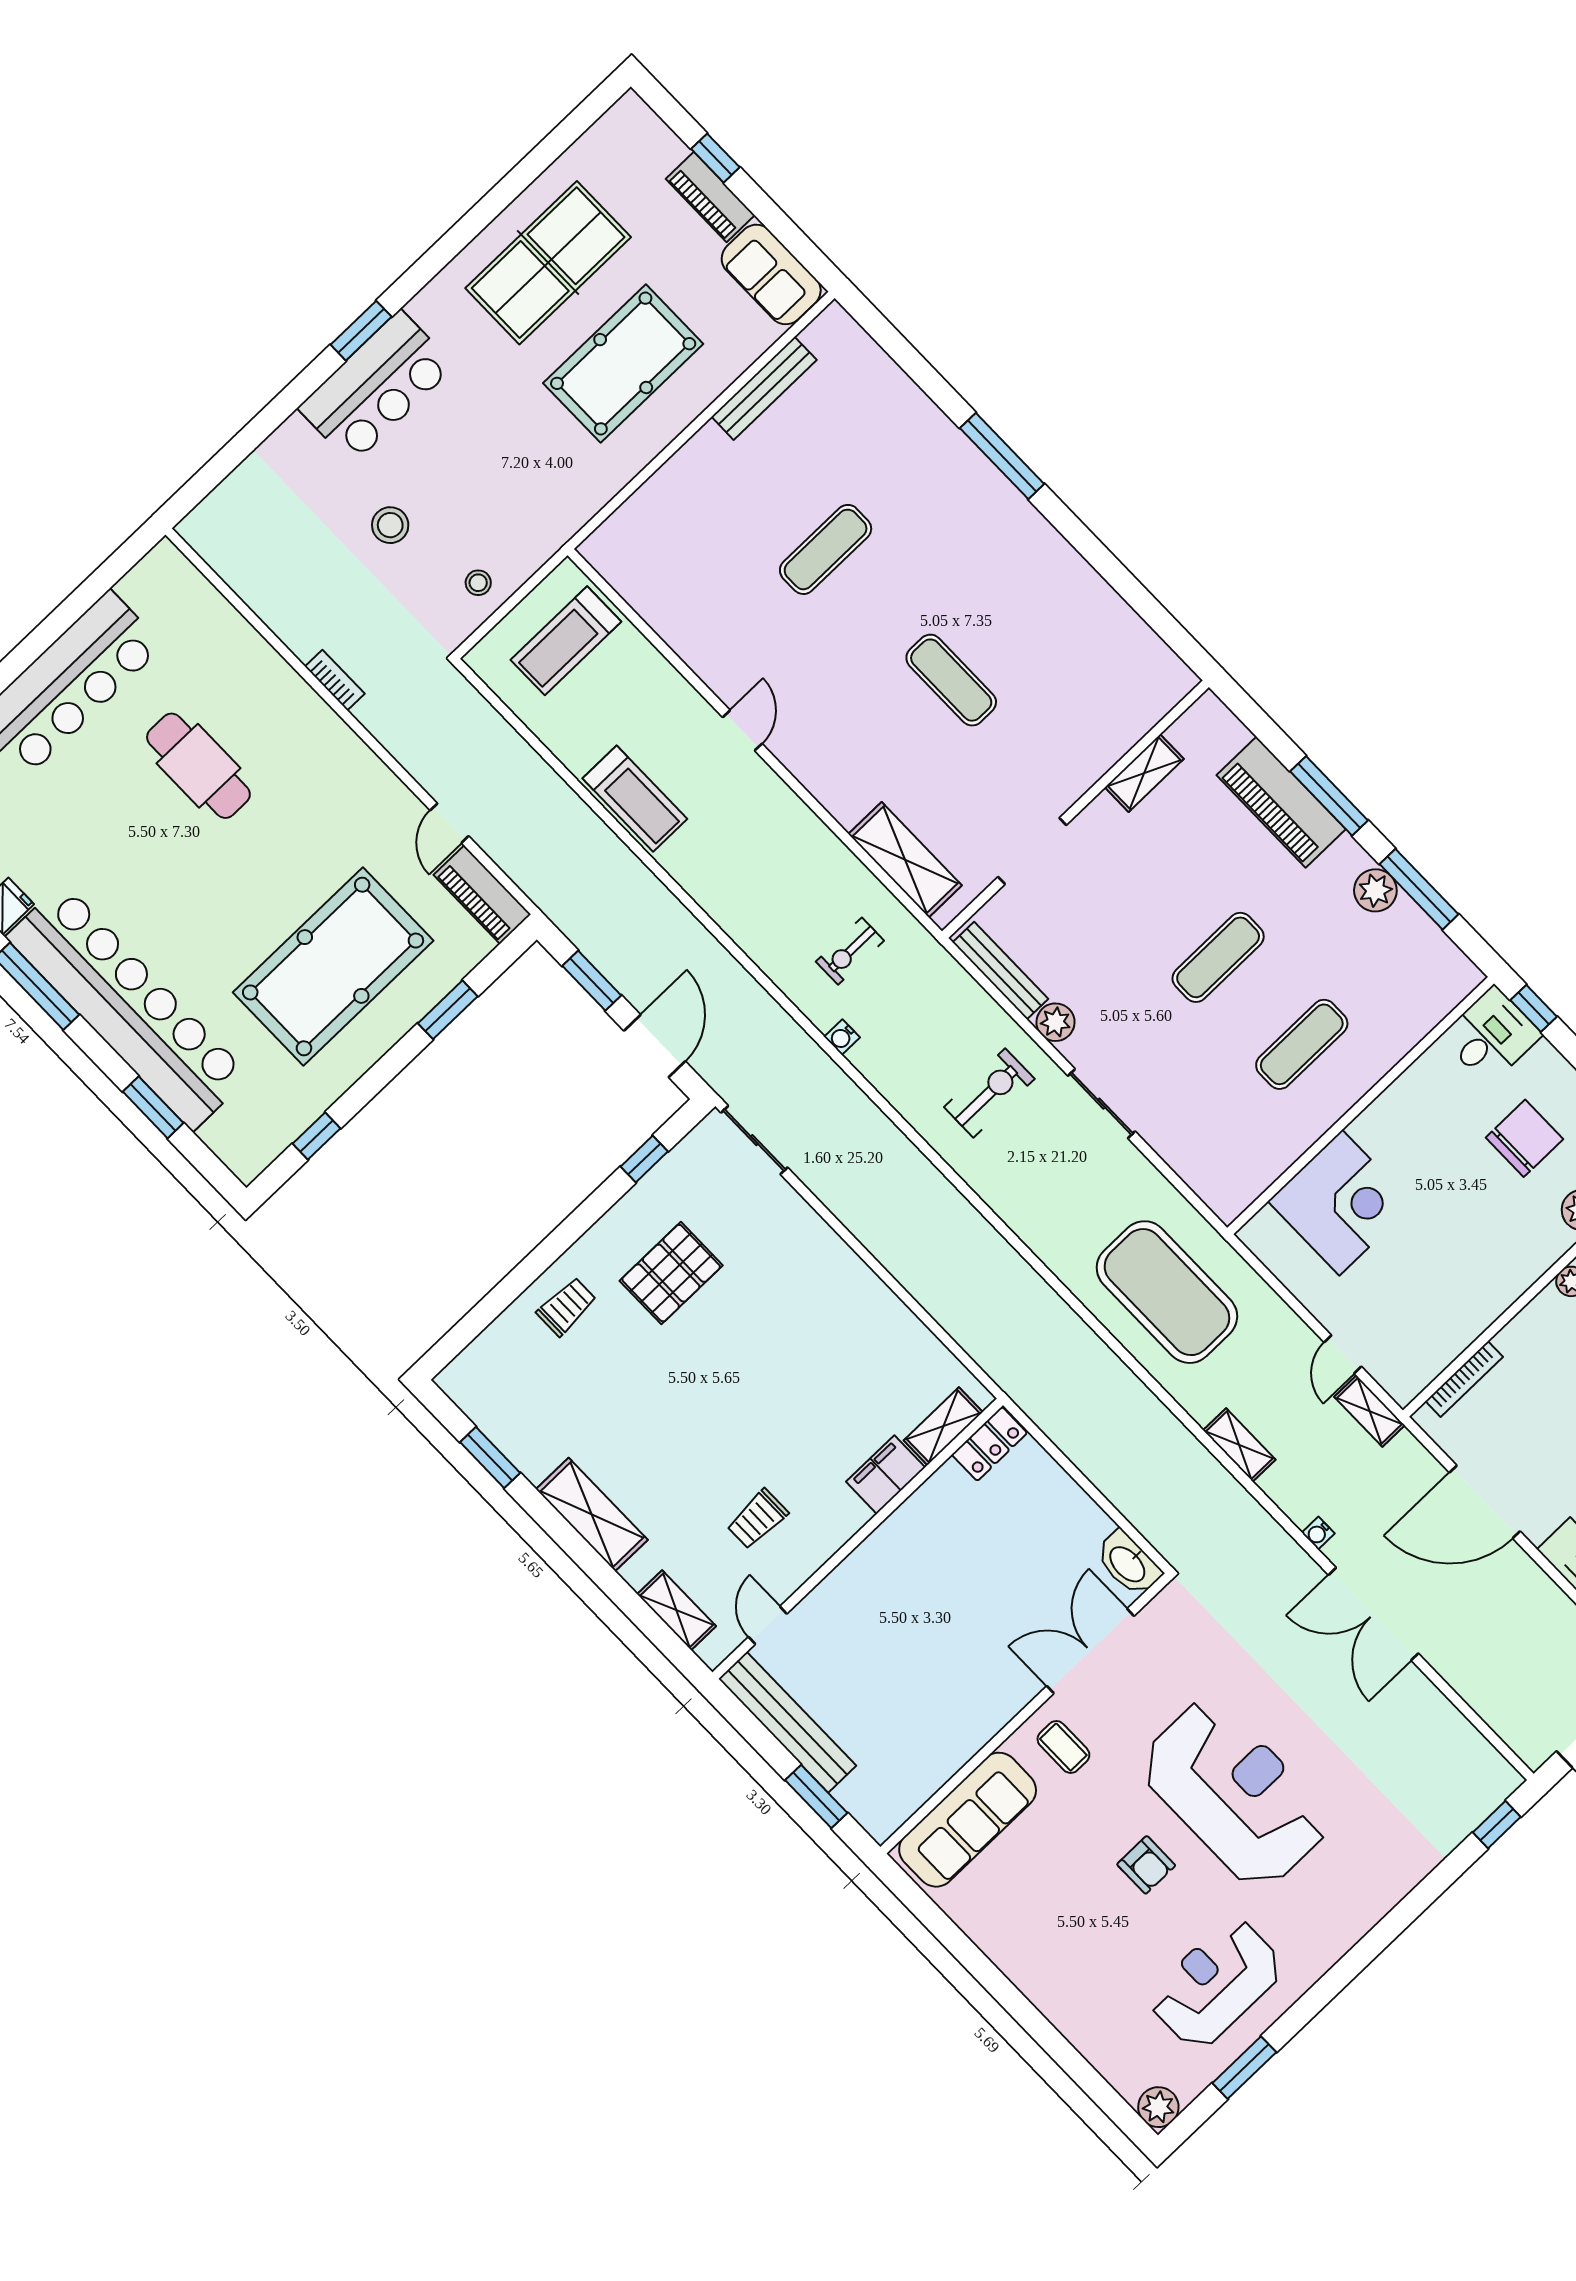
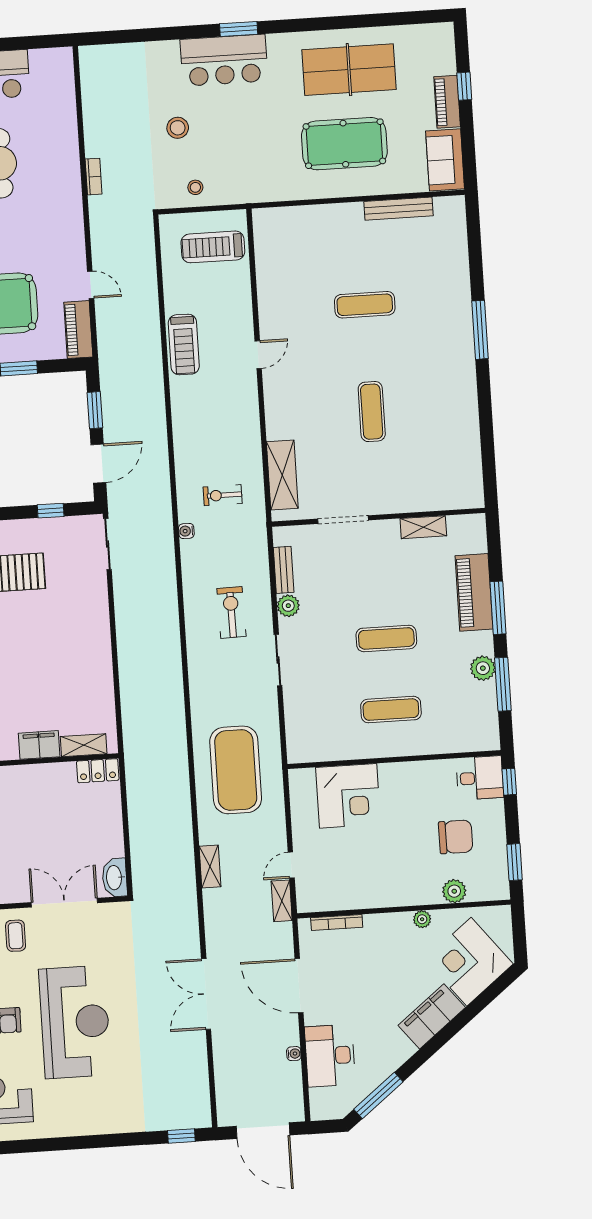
door: (449, 823) -> (91, 285), swing flipped
bench: (1000, 971) -> (284, 570), width x0.73
exercise bike: (989, 1093) -> (231, 612), turned -91
water cooler: (1318, 1533) -> (294, 1054), moved, turned 180

